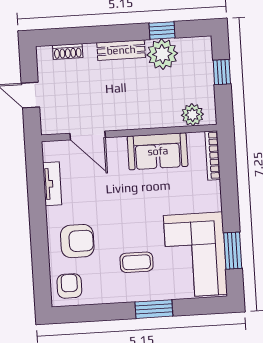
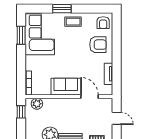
window: (222, 72) -> (21, 112), moved
sofa: (158, 151) -> (66, 87), moved
armchair: (77, 241) -> (98, 45), turned 180
coffee table: (137, 262) -> (73, 22), moved

